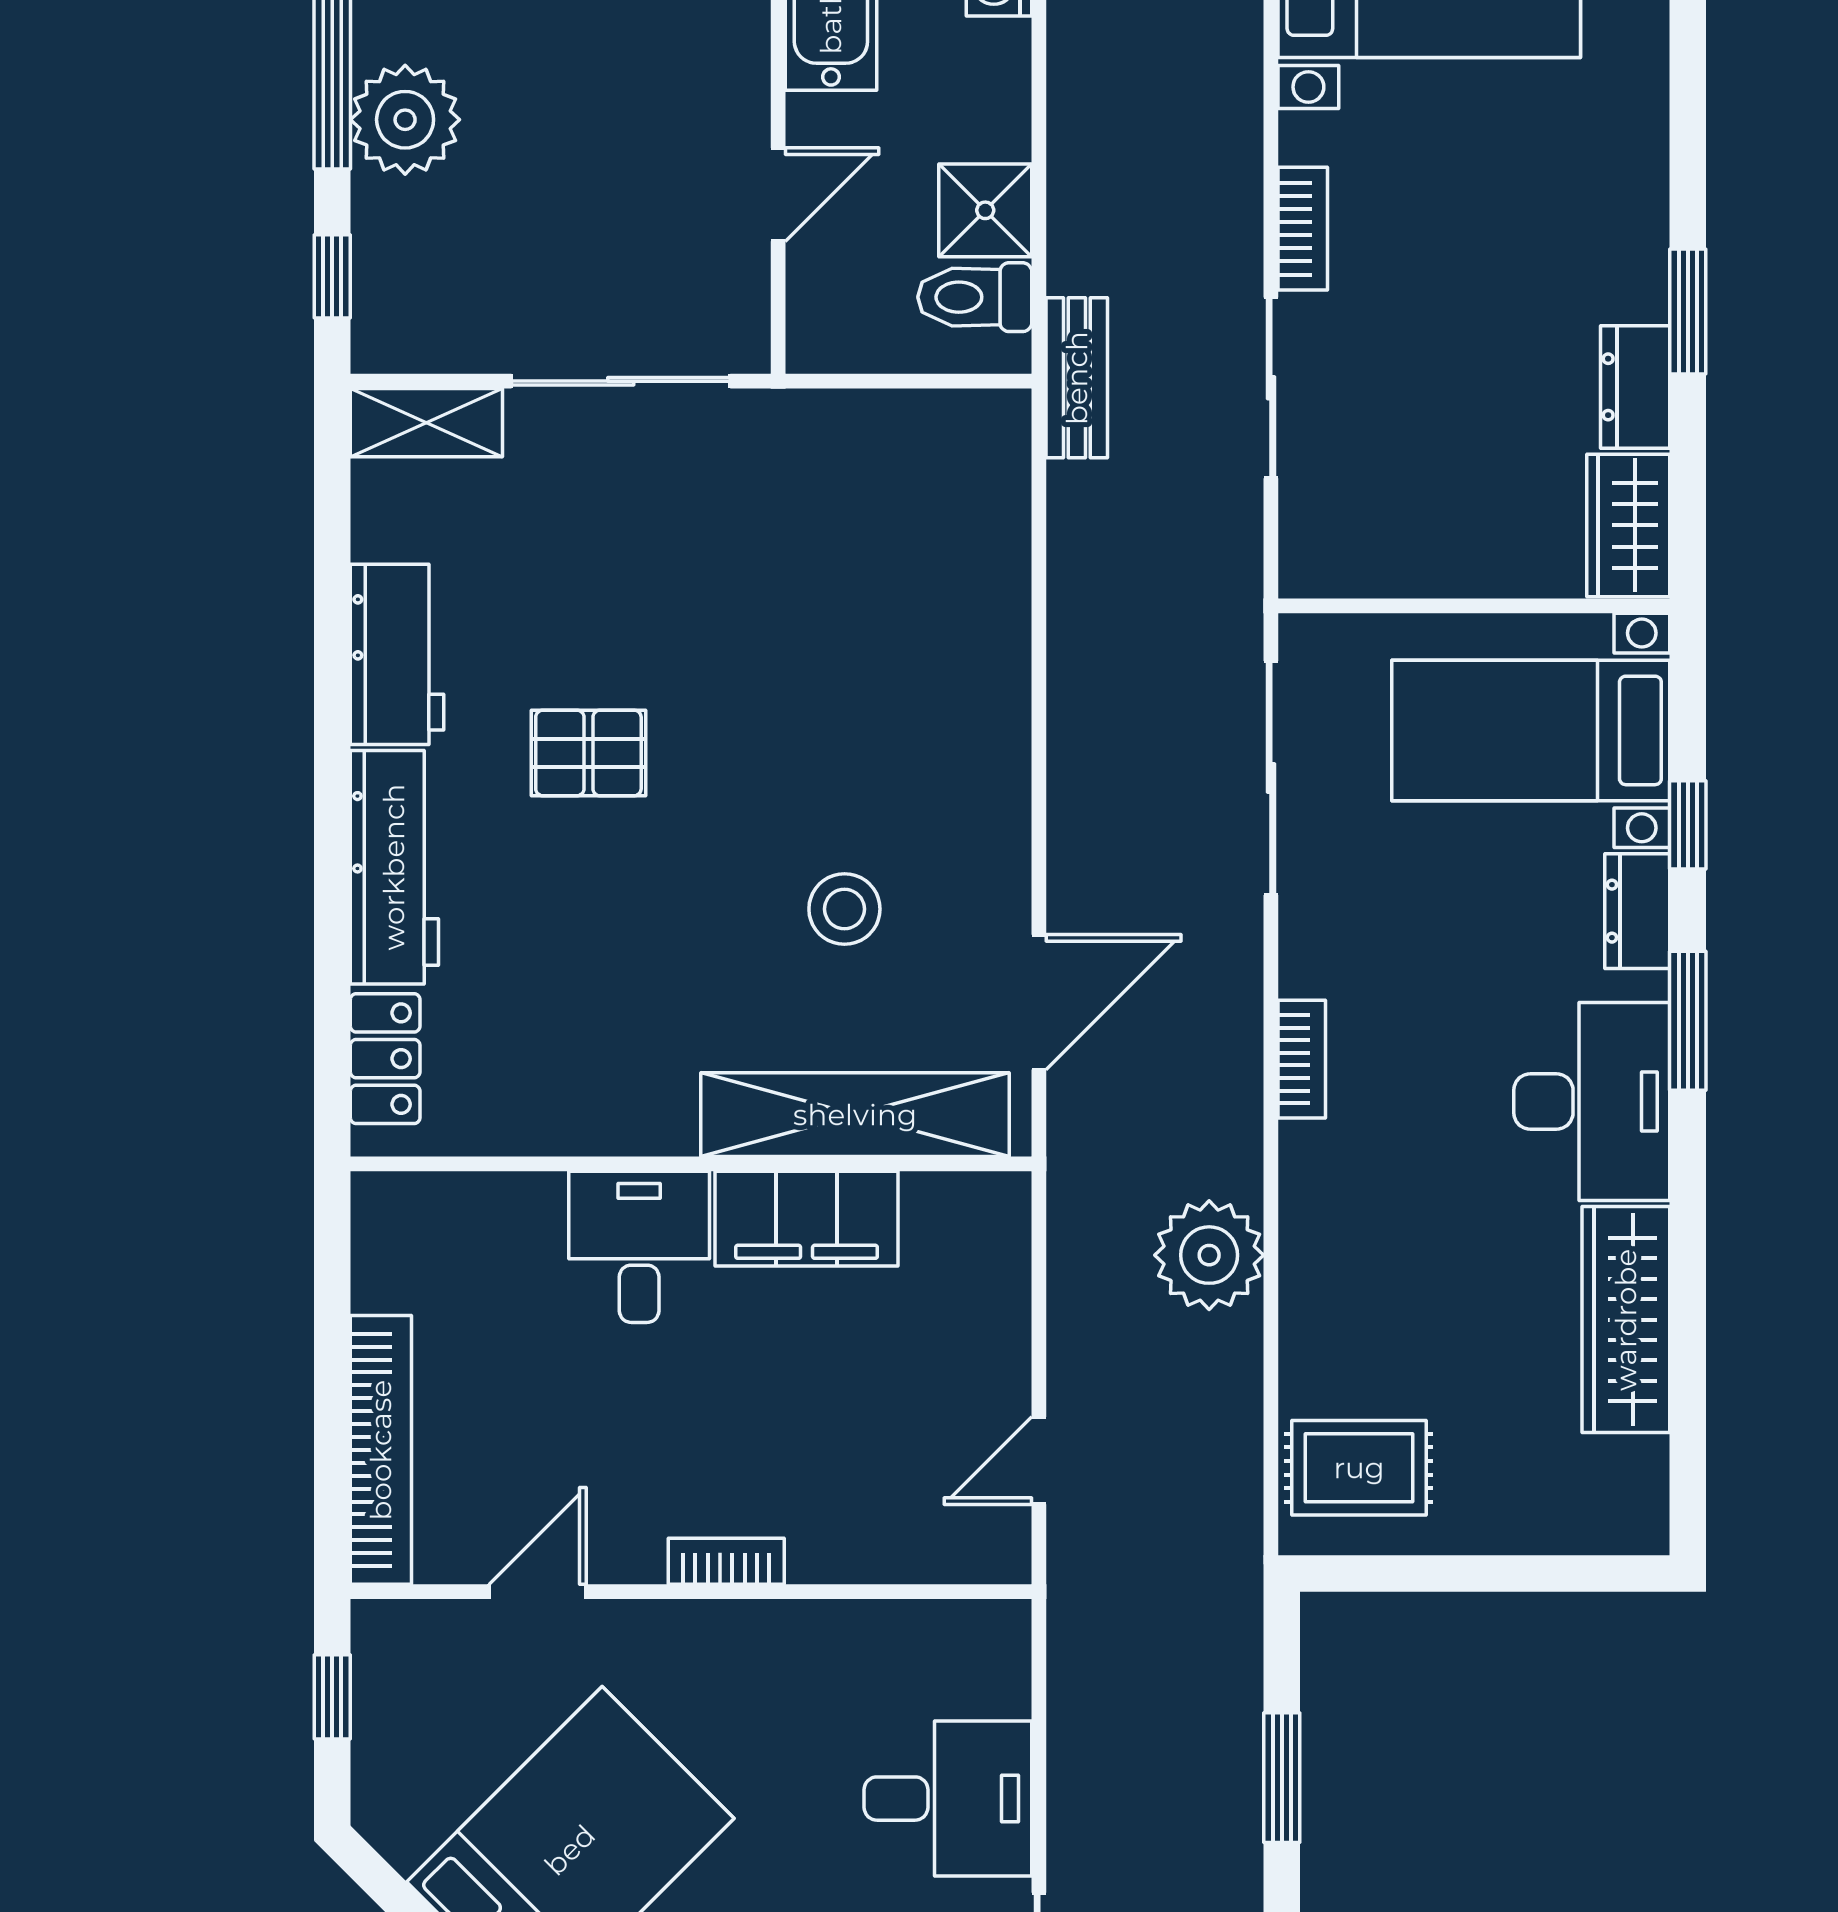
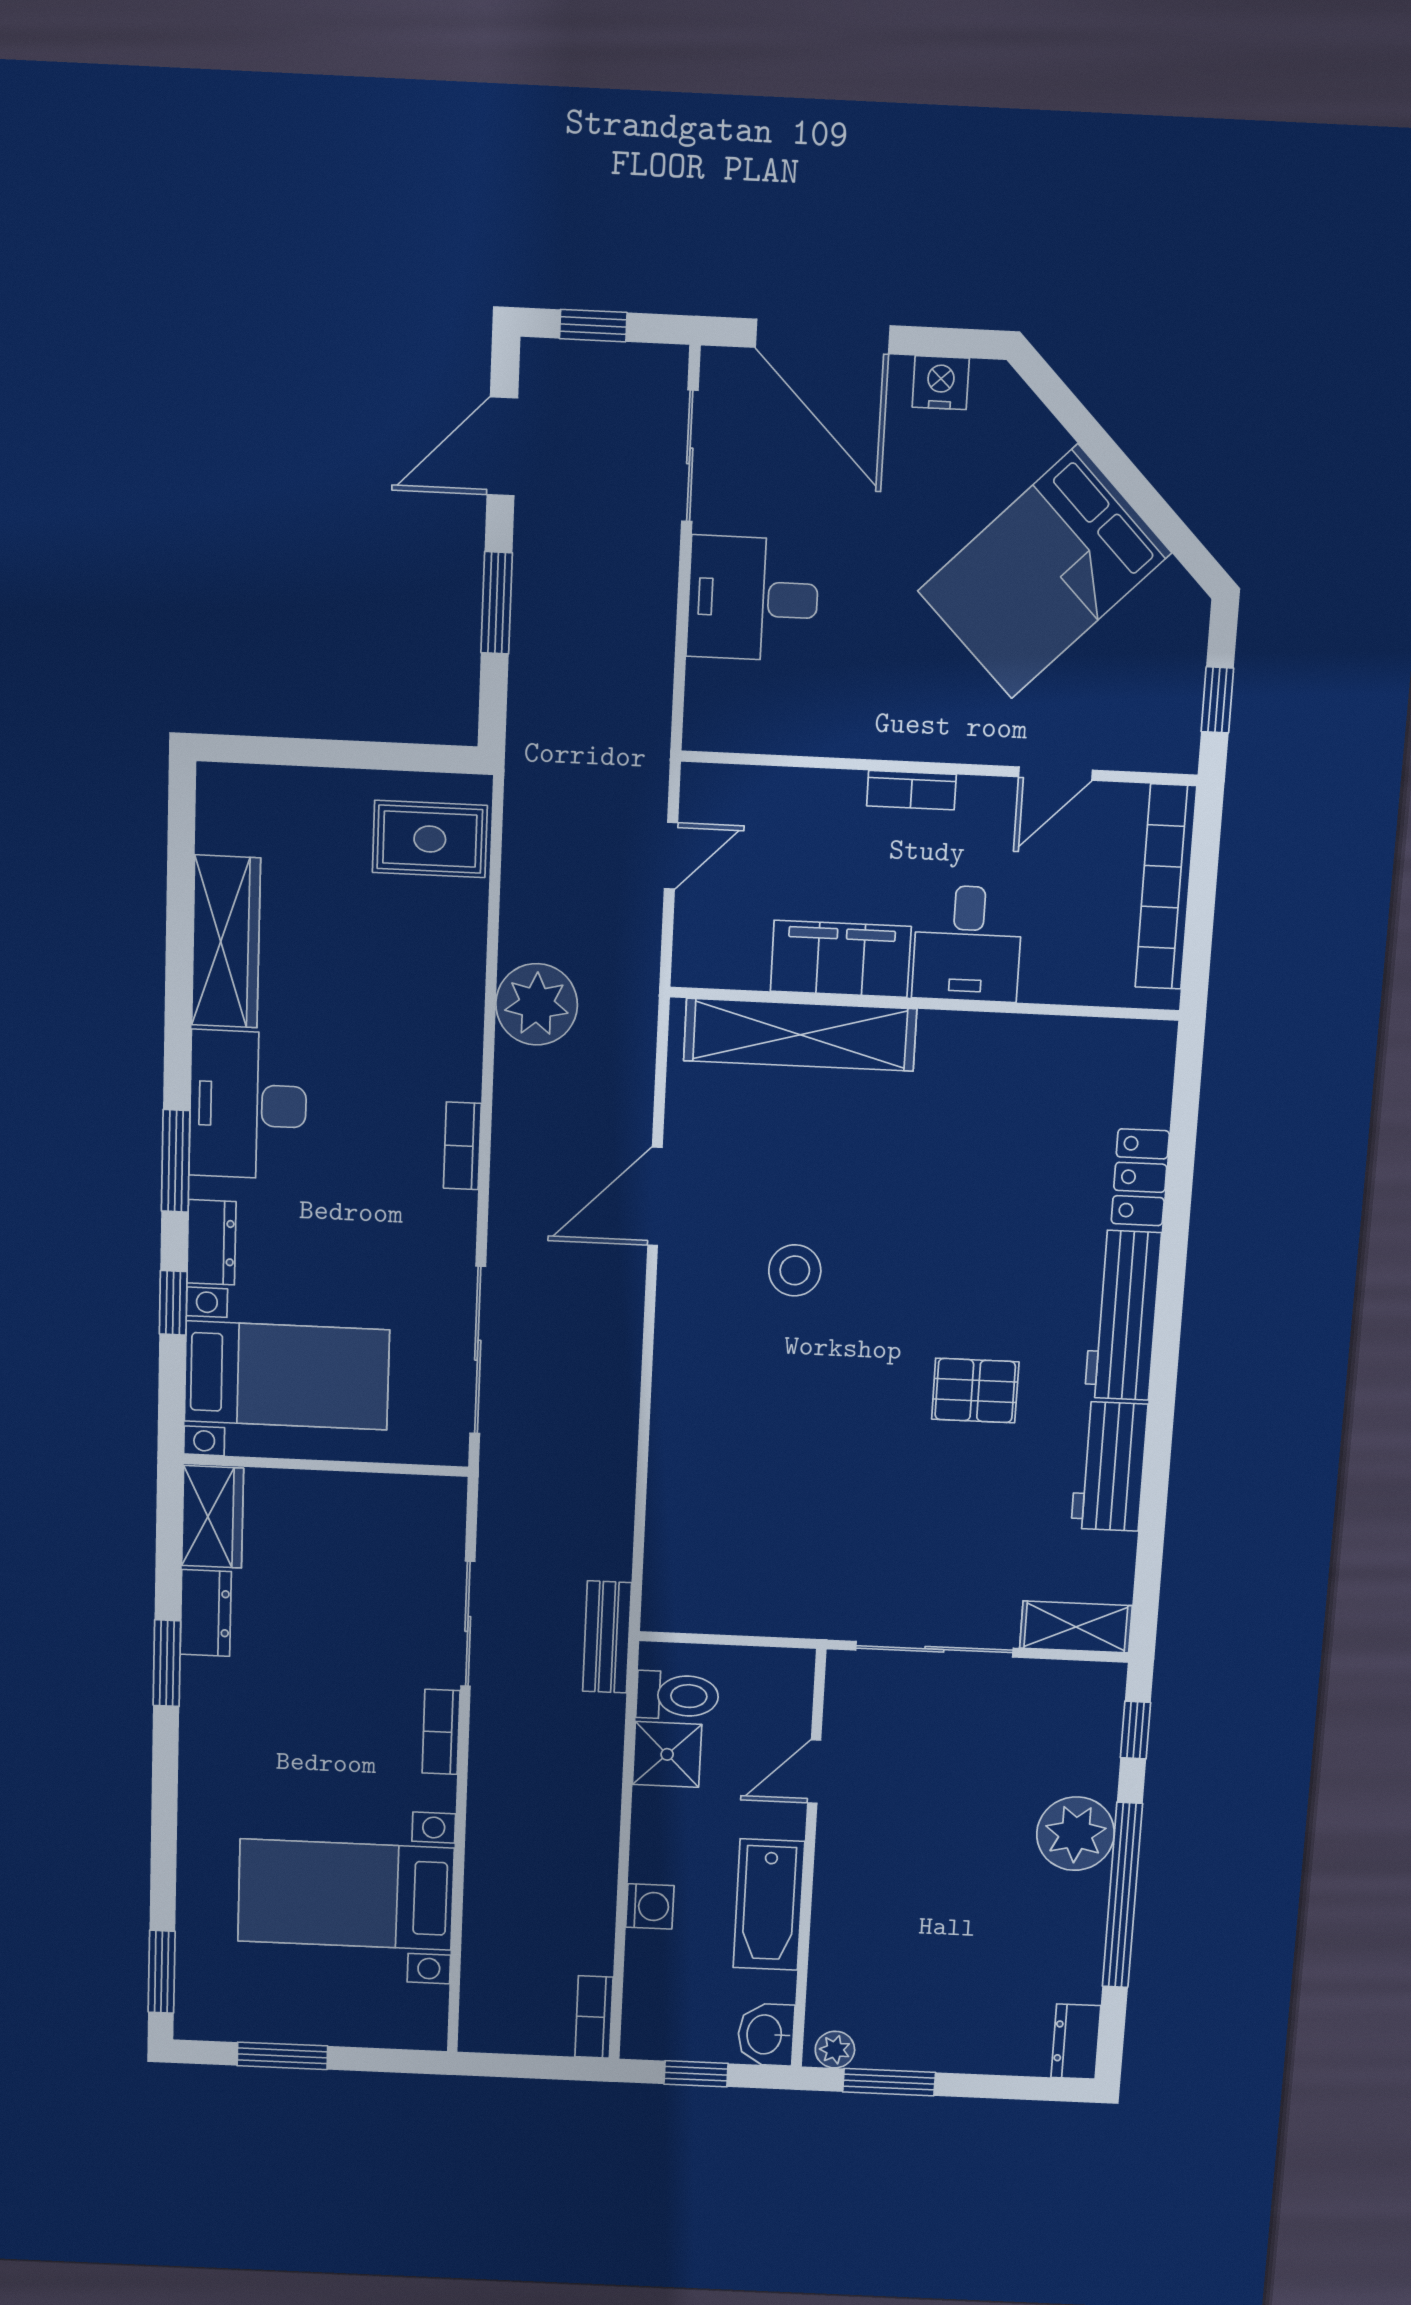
shelving: (855, 1115) -> (800, 1035), moved
wall: (691, 1164) -> (925, 1004), moved
filing cabinet: (807, 1219) -> (841, 959), moved
desk: (639, 1247) -> (967, 943), moved

